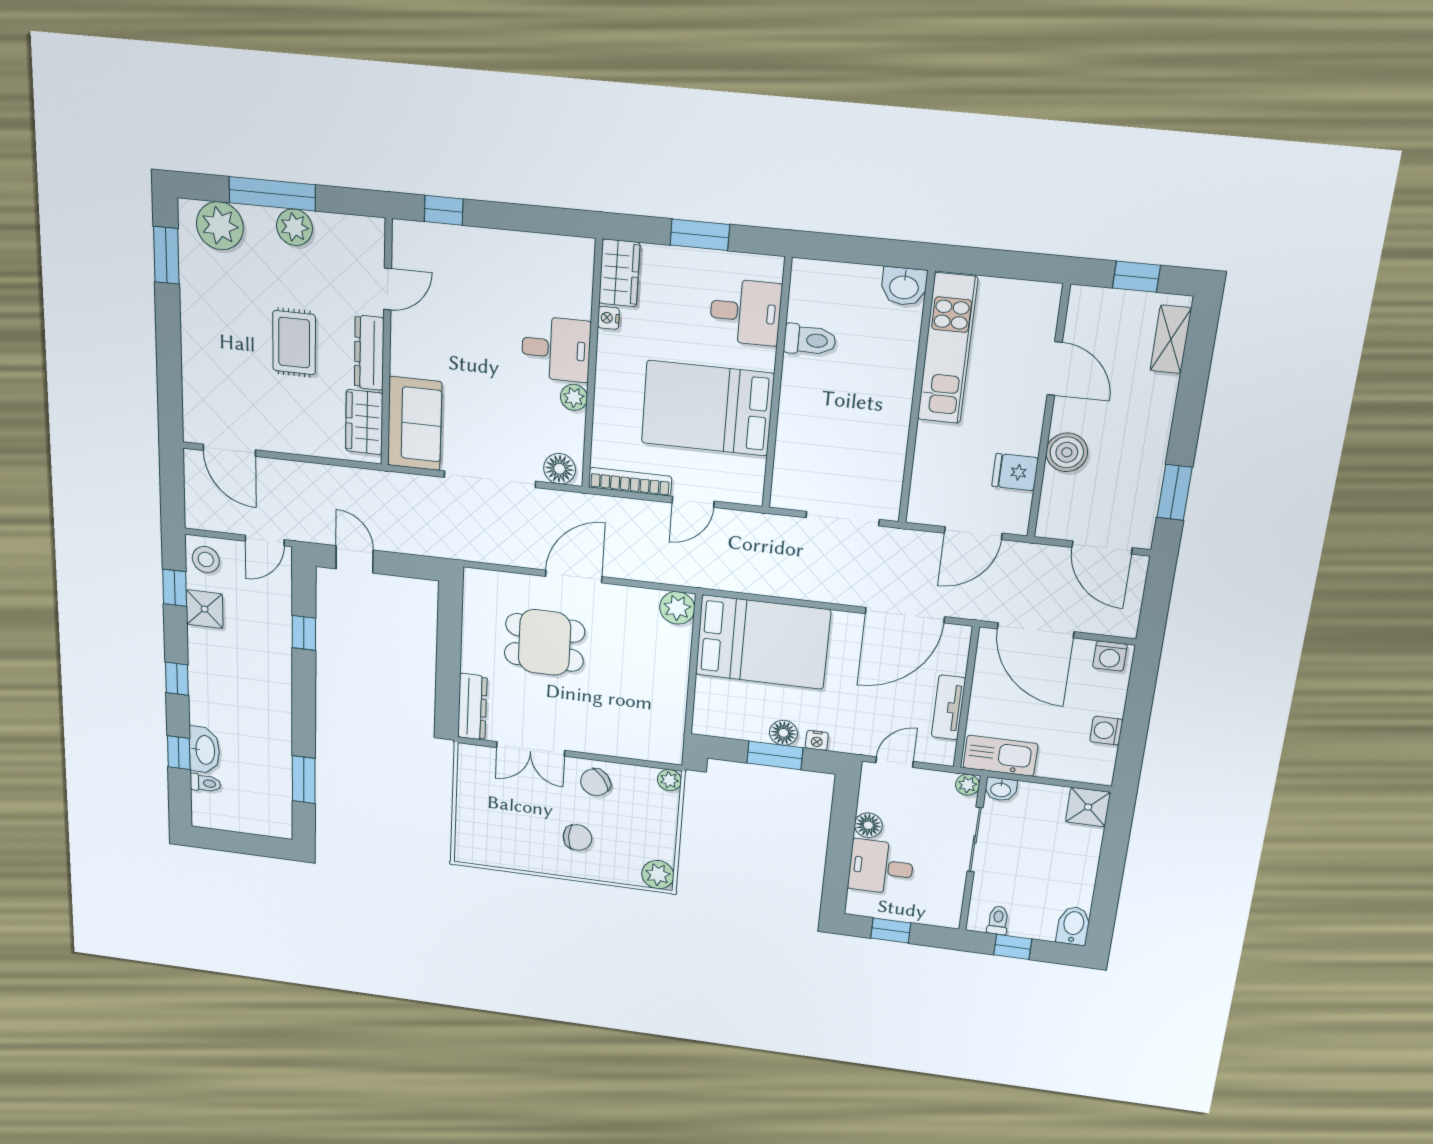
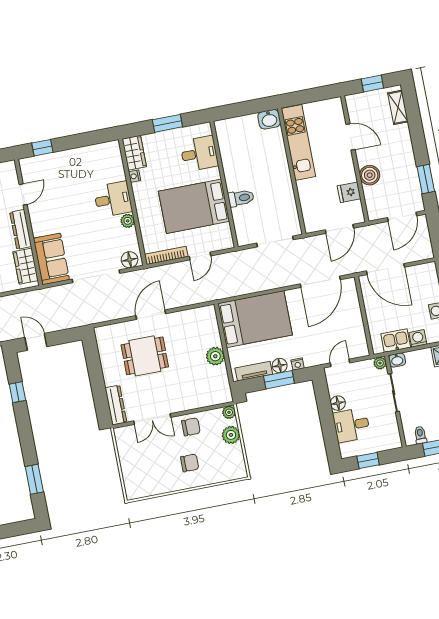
toilet: (810, 340) -> (241, 198), moved
door: (1102, 547) -> (402, 217), hinge flipped
plant: (677, 608) -> (215, 356), moved
washing machine: (1110, 656) -> (418, 338), moved, turned 180
tv unit: (948, 707) -> (254, 371), moved, turned 90
kitchen sink: (1000, 756) -> (396, 341), width x0.73
chair: (595, 782) -> (191, 427), turned -143
plant: (658, 875) -> (231, 435), moved

